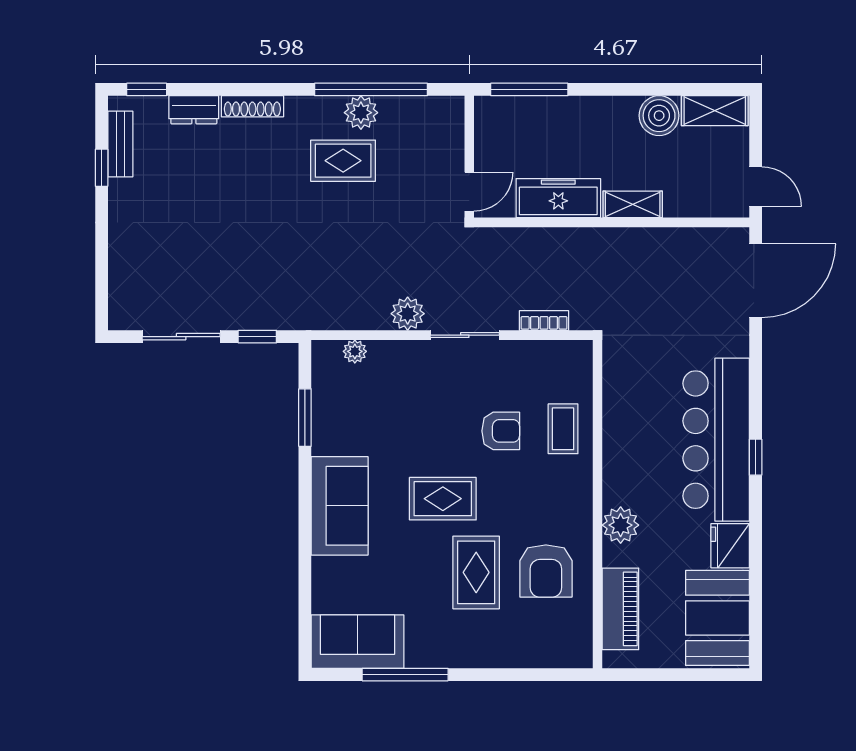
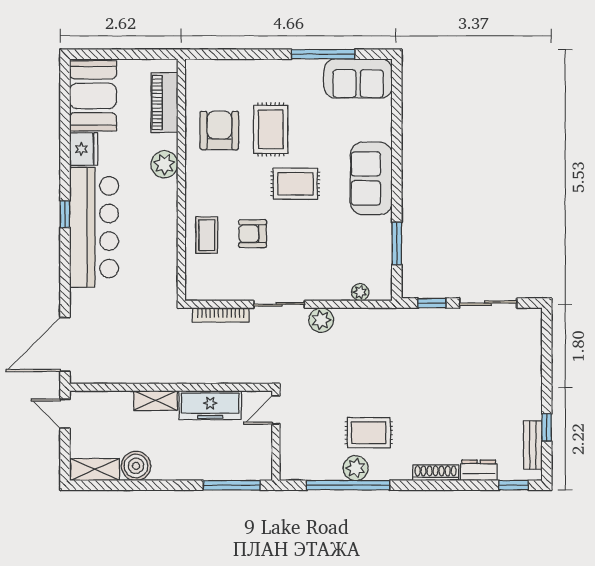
bookcase: (544, 321) -> (221, 315), width x1.56

